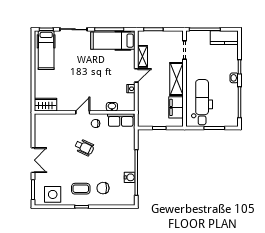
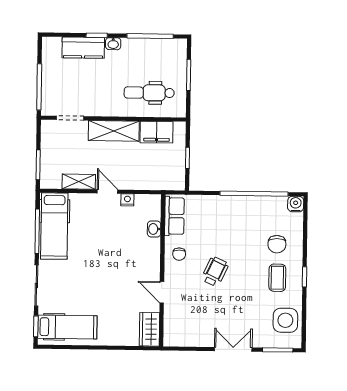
kitchen counter: (224, 38) -> (83, 48), moved, turned 90
dental chair: (202, 102) -> (149, 93), width x0.73, depth x0.72
door: (83, 112) -> (162, 292), moved
water cooler: (130, 177) -> (296, 204), moved

